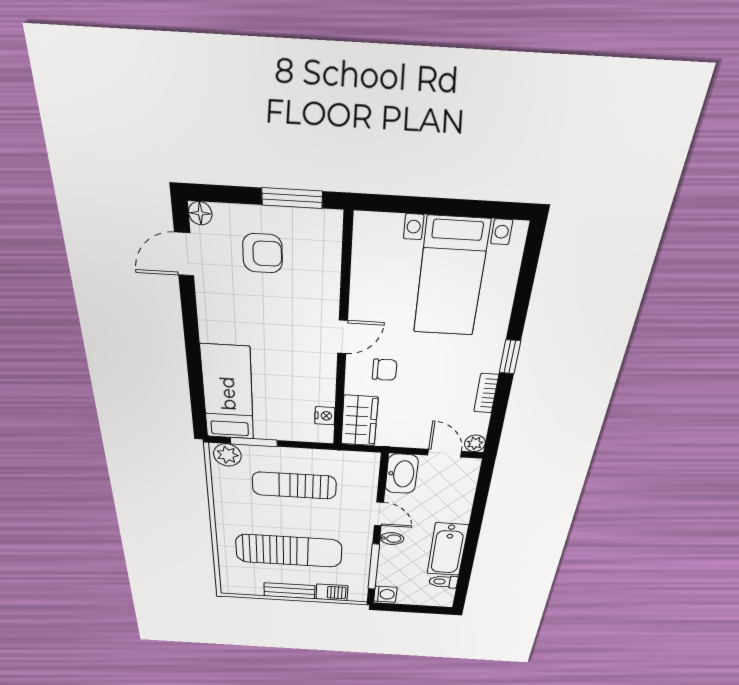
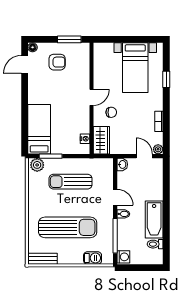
window: (510, 357) -> (166, 79), moved
washbasin: (402, 474) -> (122, 164), width x0.52, depth x0.69
bench: (289, 591) -> (42, 259), moved

